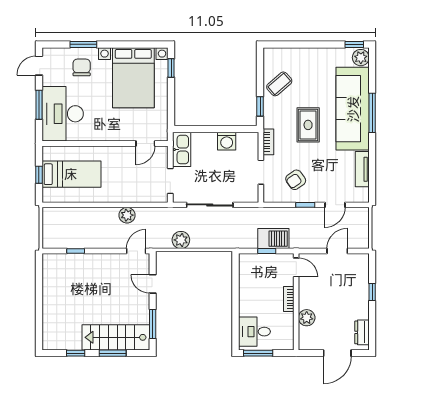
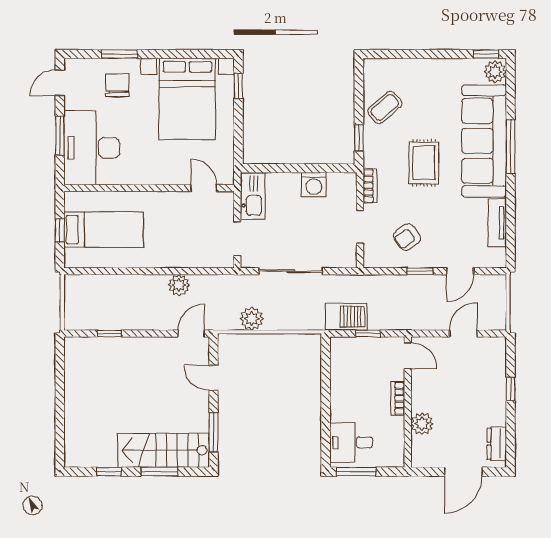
door: (145, 144) -> (204, 188), swing flipped
barbecue: (273, 239) -> (346, 317), moved

